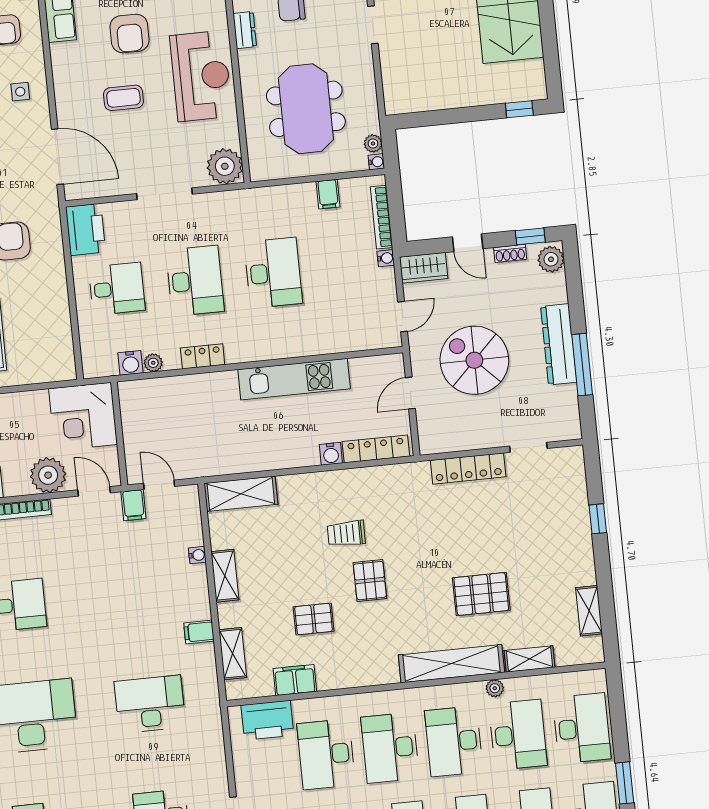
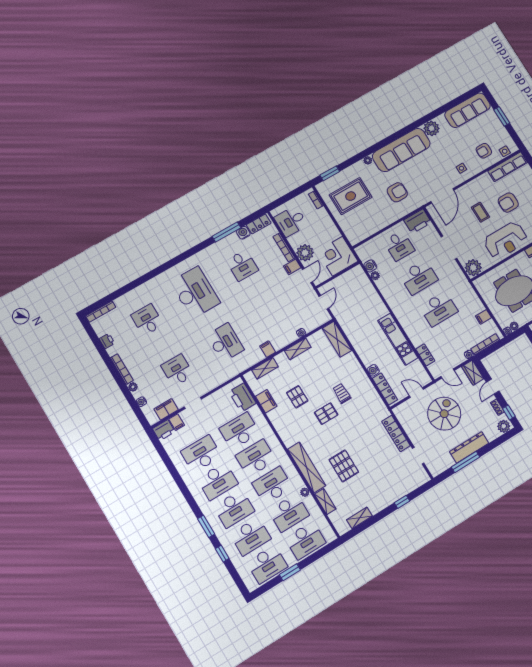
locker: (203, 356) -> (425, 355), moved
filing cabinet: (133, 505) -> (292, 267), moved

